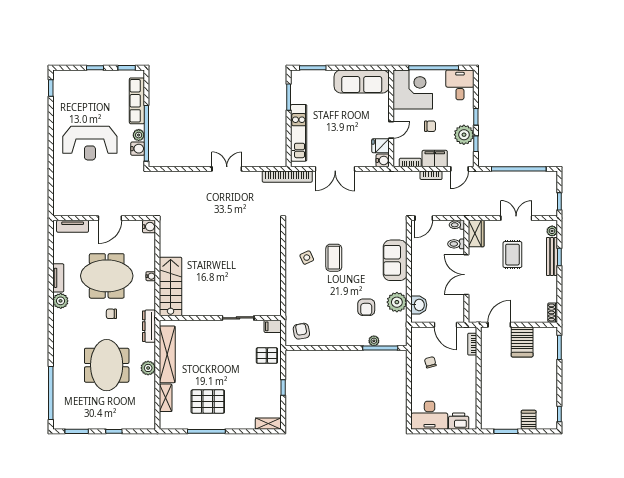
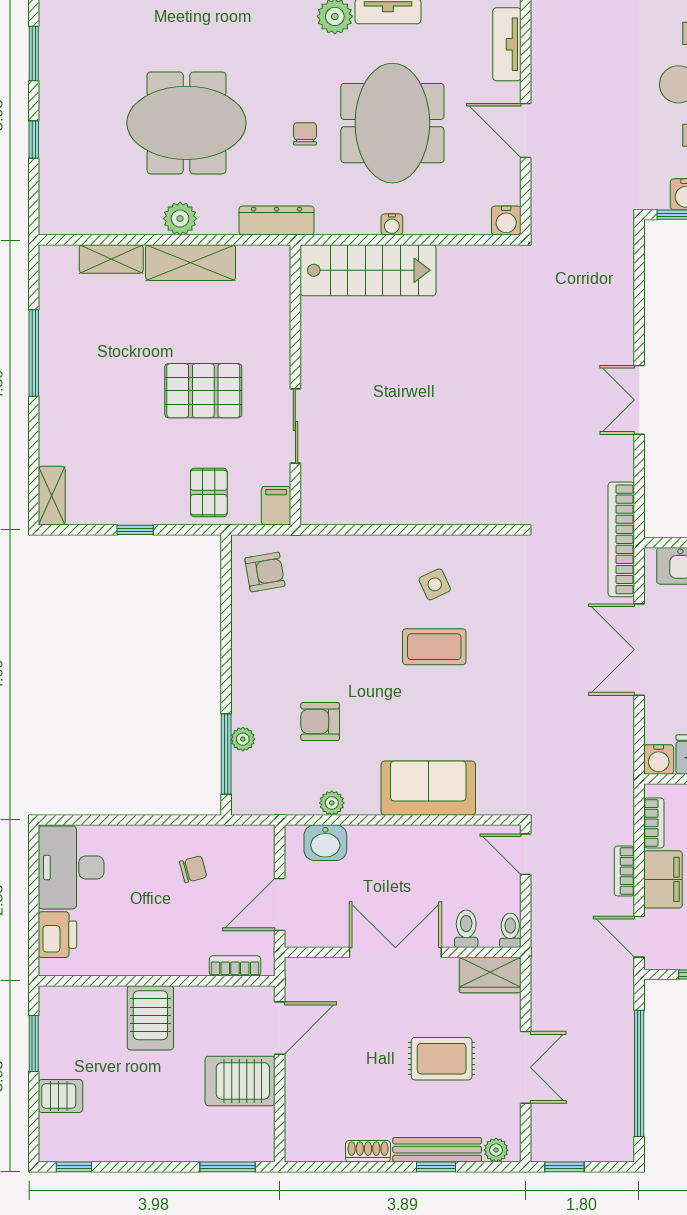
double door: (227, 169) -> (639, 400), swing flipped
plant: (397, 302) -> (332, 803), width x0.53, depth x0.53
shoe rack: (553, 312) -> (368, 1151), moved
door: (499, 325) -> (280, 1028), hinge flipped
shelving: (167, 354) -> (191, 263), width x0.68
server rack: (495, 381) -> (150, 1018), added
pallet: (208, 402) -> (203, 391), moved, turned 90

